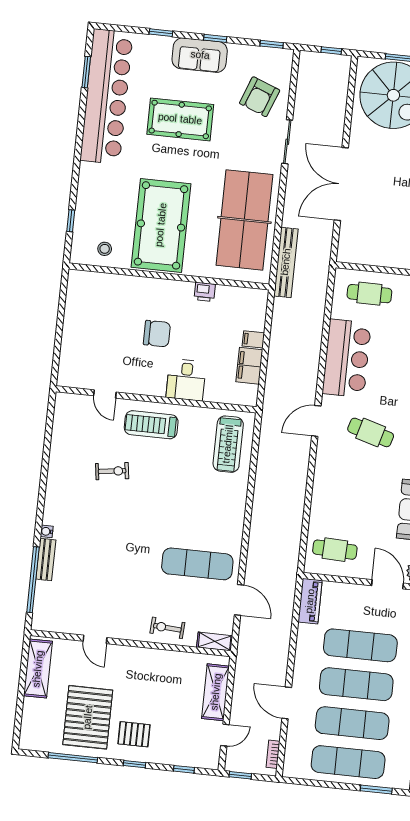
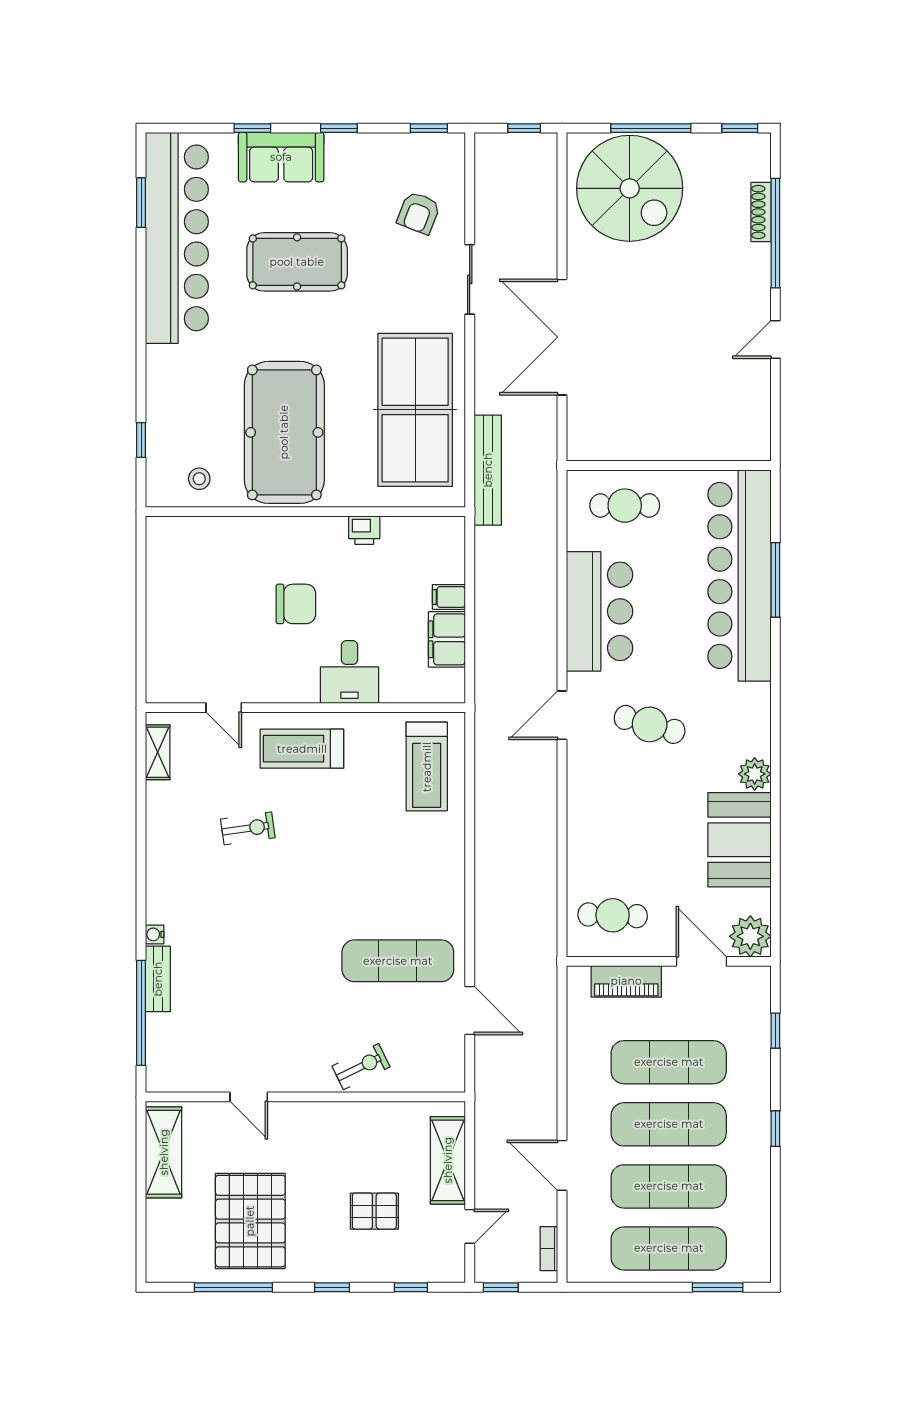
sofa: (200, 55) -> (281, 157), moved
armchair: (260, 97) -> (419, 213), width x0.72, depth x0.72
piano: (310, 601) -> (626, 981), moved, turned 90
exercise bike: (167, 628) -> (361, 1067), turned 150
shelving: (215, 641) -> (158, 752), moved, turned 90
pallet: (134, 734) -> (374, 1211), moved

